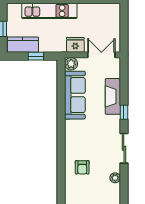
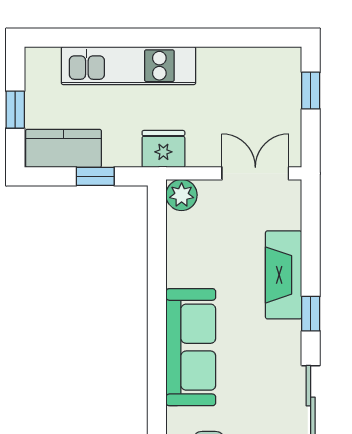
window: (124, 21) -> (311, 91), added
fridge: (75, 45) -> (163, 149), moved
sofa: (75, 95) -> (191, 347), moved

